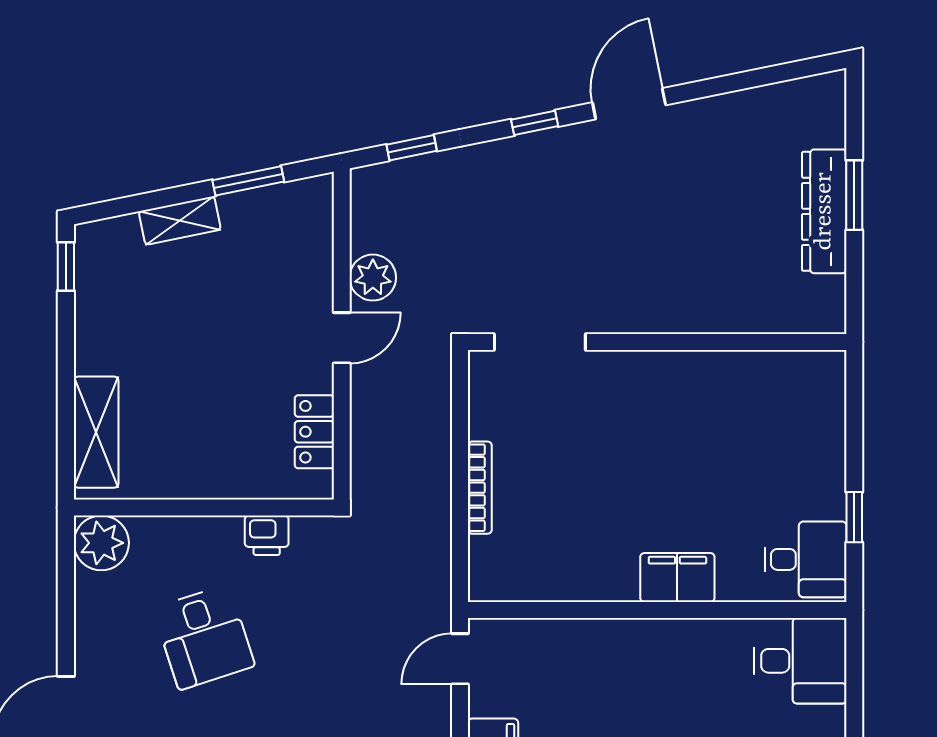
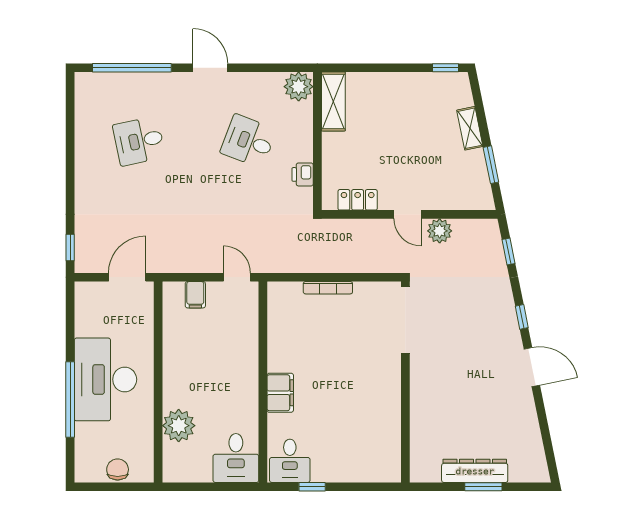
doorway: (540, 342) -> (405, 320), width x1.36
shelving: (96, 432) -> (333, 102), moved, turned 90
desk: (204, 637) -> (248, 141), turned 39

